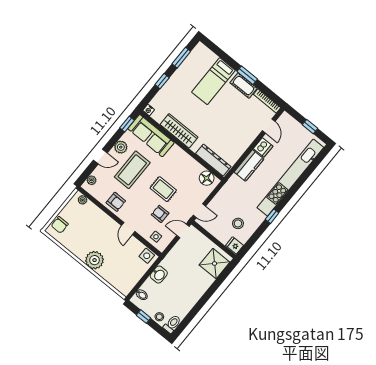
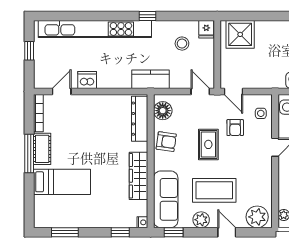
window: (247, 75) -> (29, 153), width x1.44
window: (162, 81) -> (120, 232), moved
kitchen counter: (249, 165) -> (151, 79), moved
plant: (91, 180) -> (257, 217), width x1.88, depth x1.88
armchair: (116, 202) -> (166, 142), moved, turned 98

